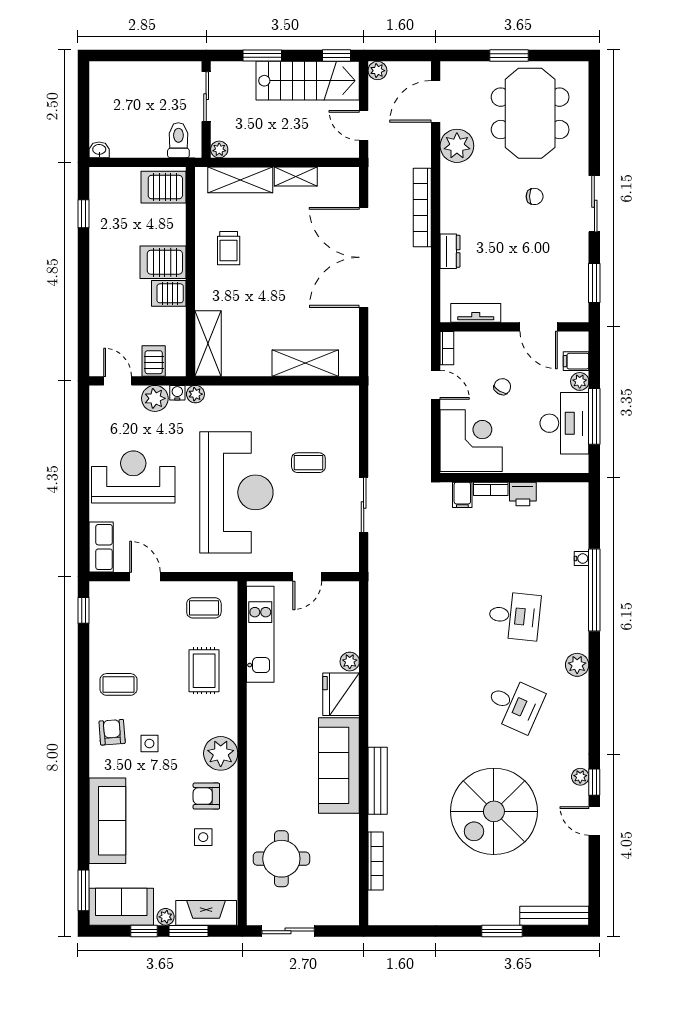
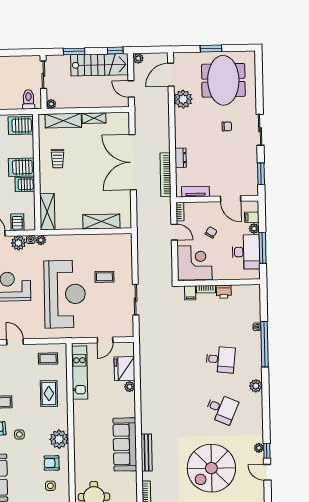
bookcase: (422, 207) -> (165, 175), moved
fridge: (341, 694) -> (124, 369), moved

